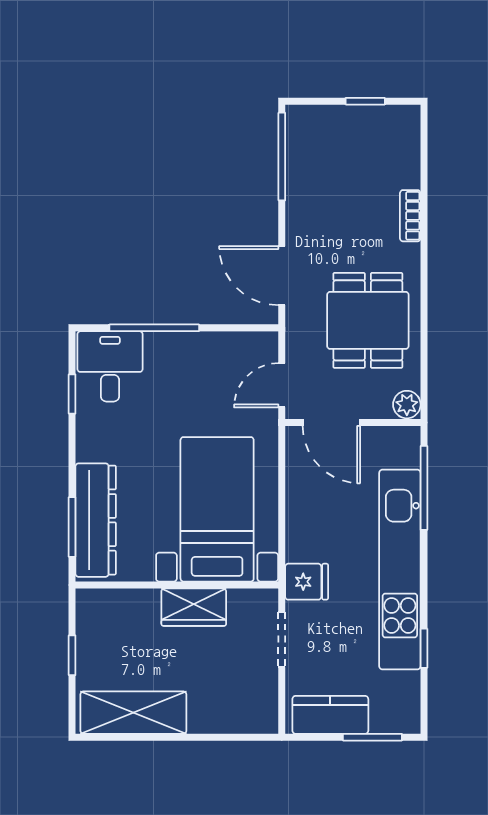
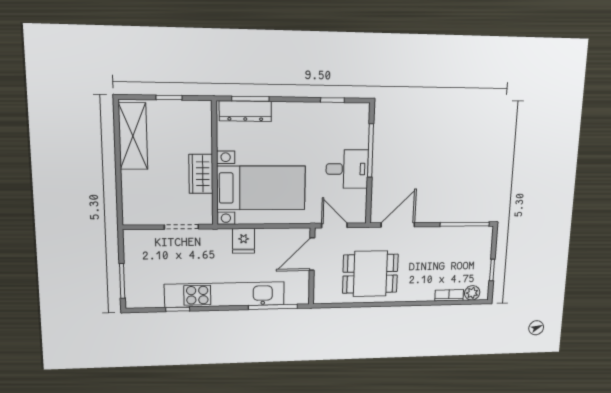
bookcase: (410, 216) -> (449, 295), moved
desk: (110, 366) -> (347, 169), moved
plant: (407, 405) -> (472, 293), moved
dresser: (96, 520) -> (245, 111), width x0.73, depth x0.80
fridge: (307, 582) -> (244, 241), moved
kitchen counter: (330, 715) -> (135, 256), removed

